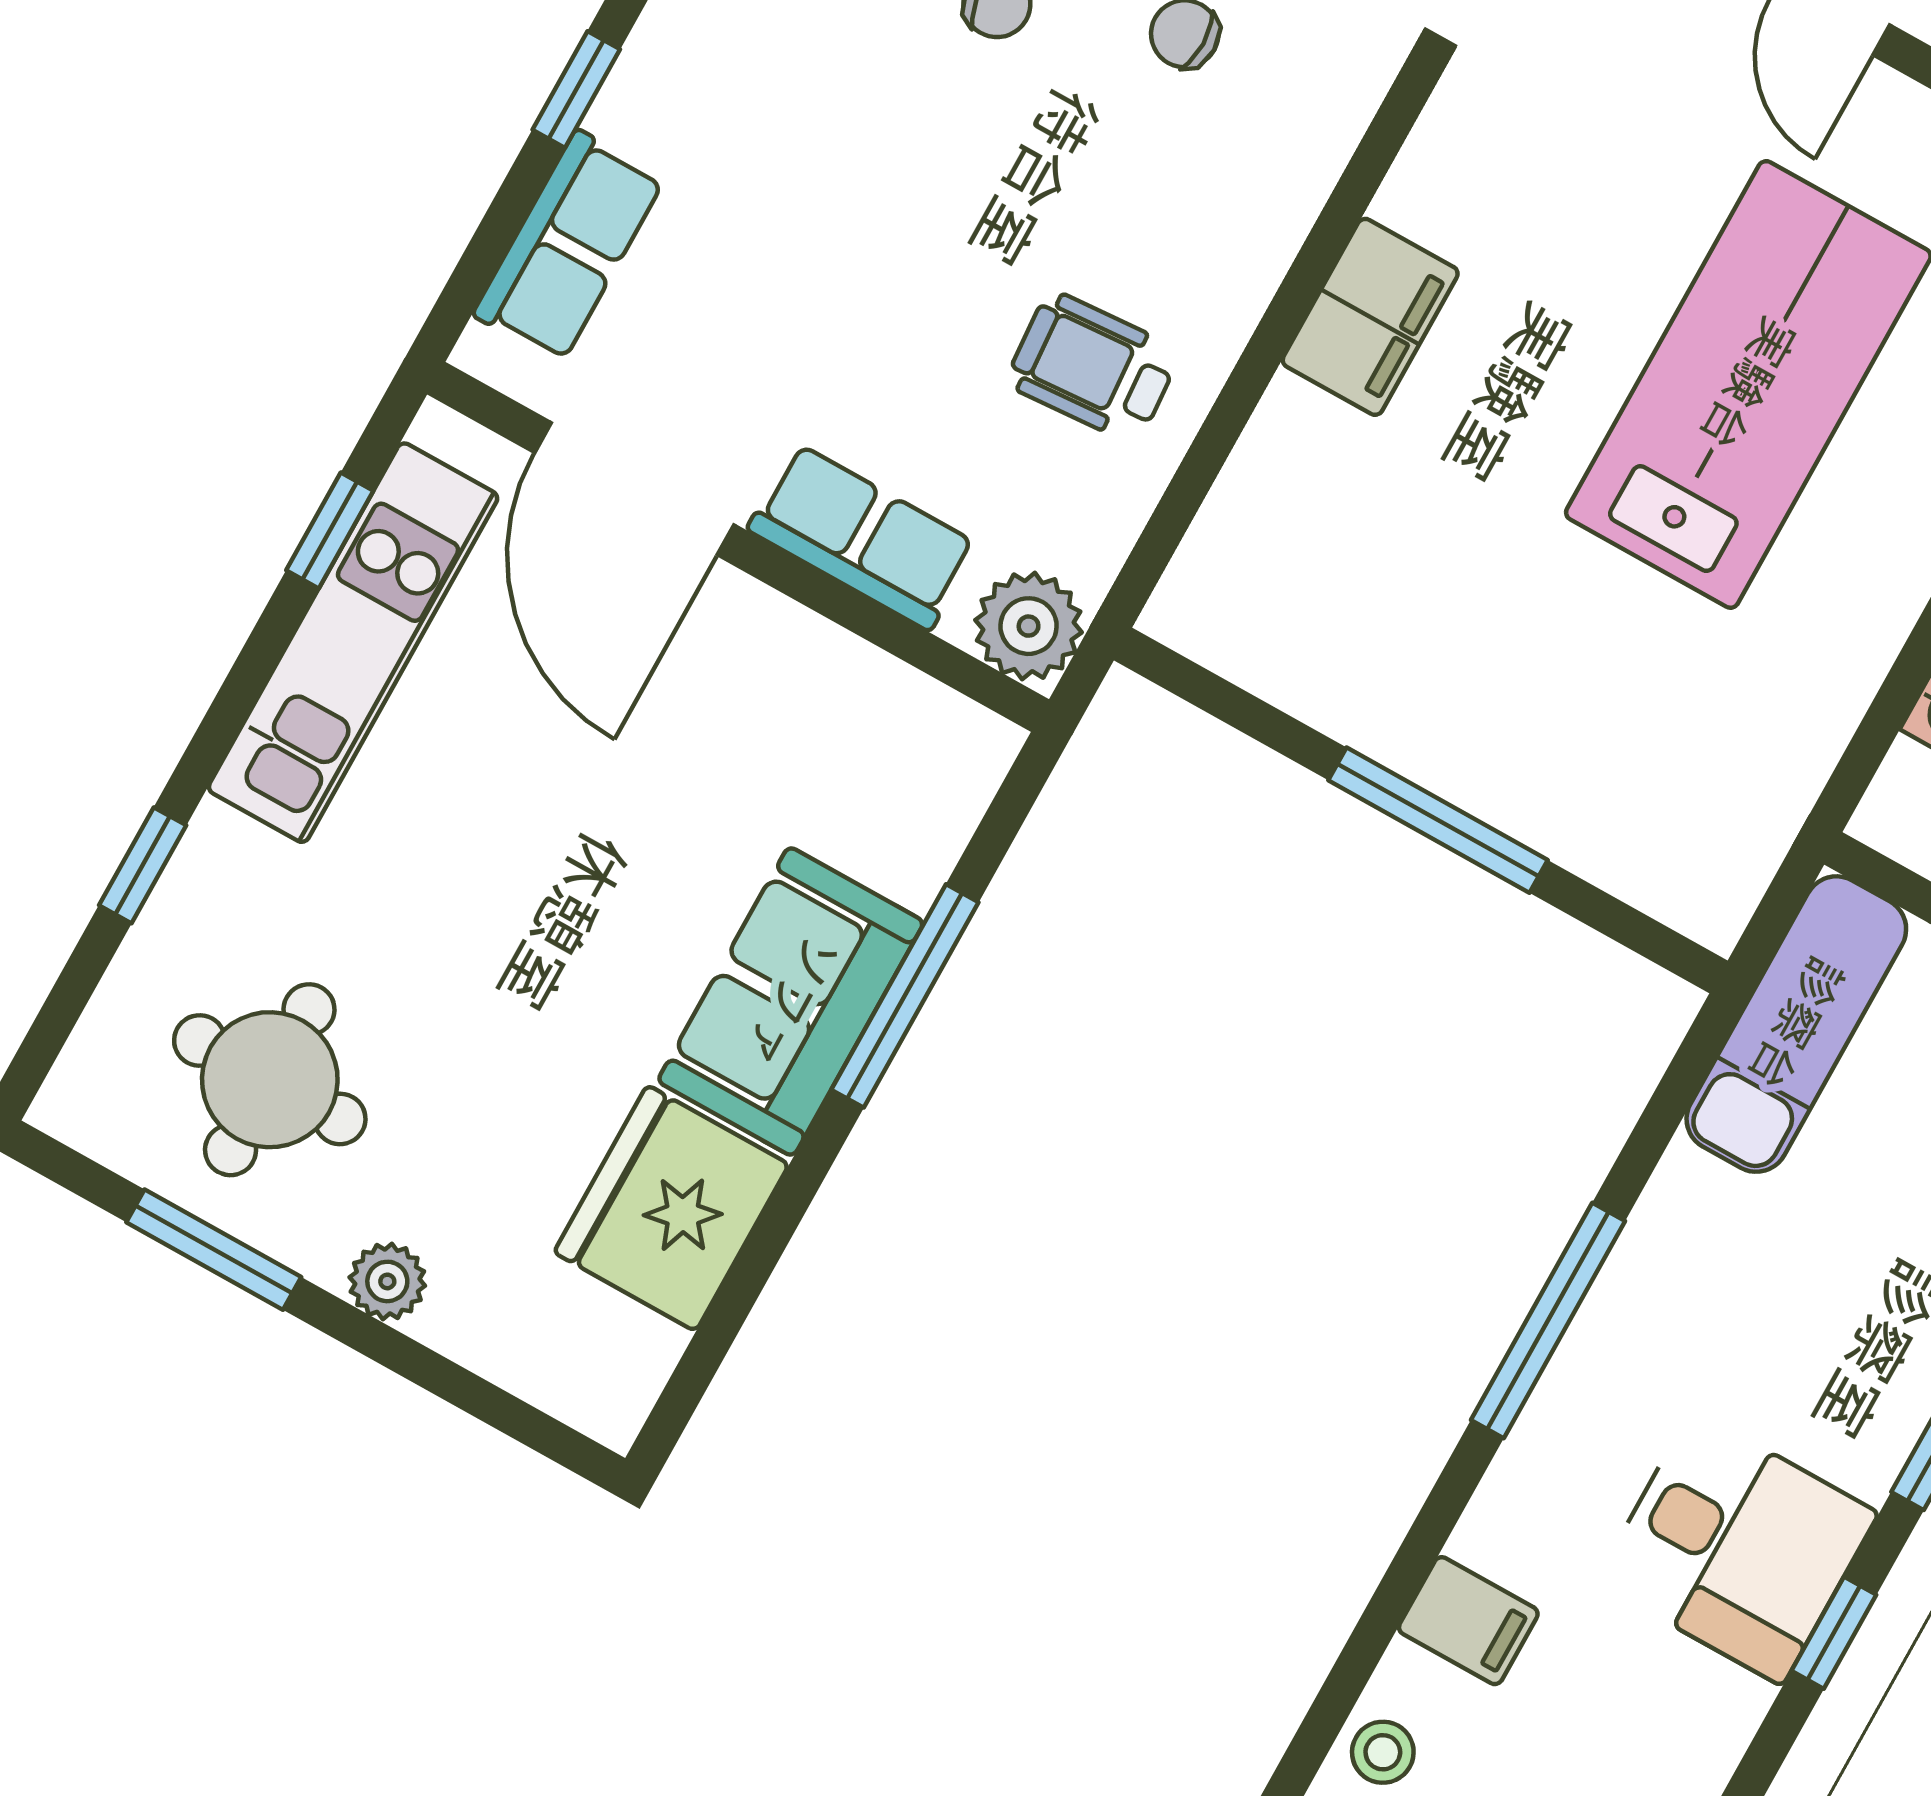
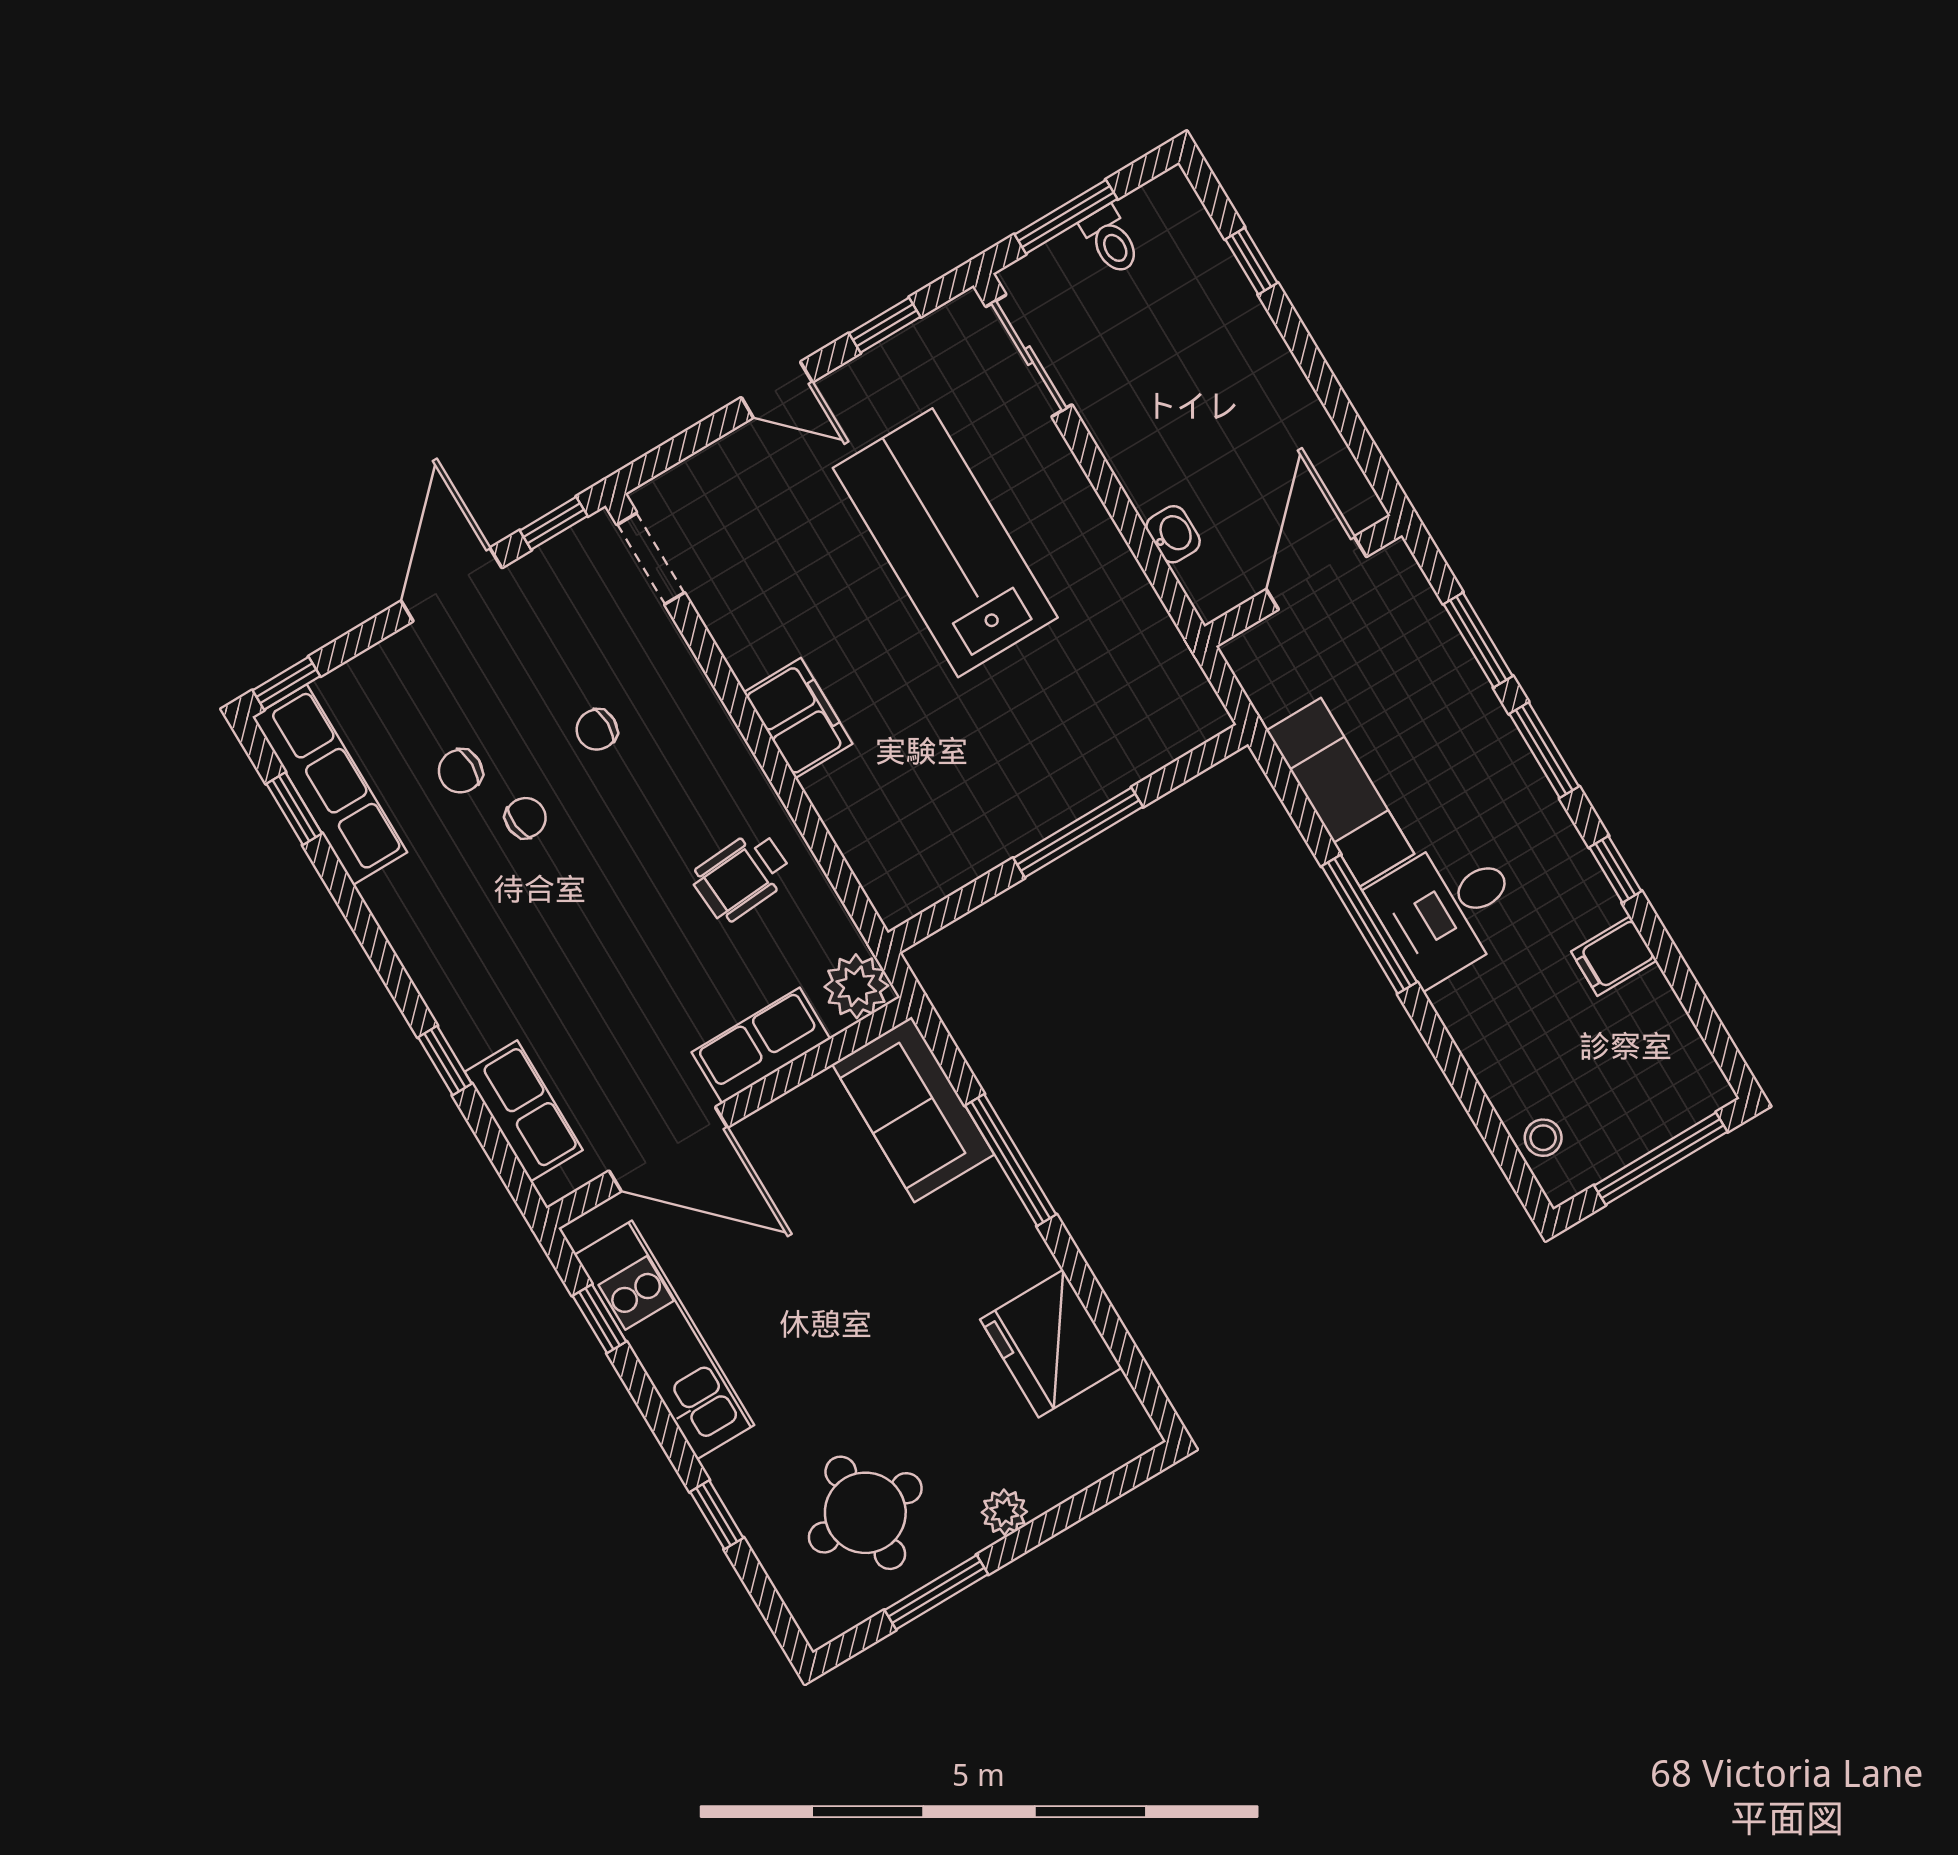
sofa: (791, 1002) -> (913, 1109), moved
exam couch: (1796, 1024) -> (1340, 792), moved
desk: (1737, 1547) -> (1447, 908), moved, turned 180
filing cabinet: (1468, 1621) -> (1614, 956), moved, turned 180

